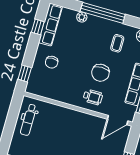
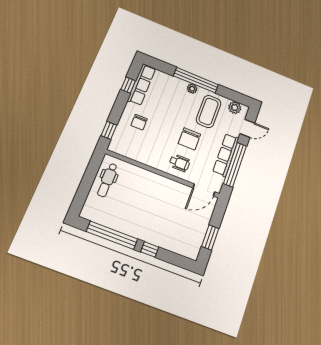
plant: (82, 17) -> (192, 89), moved
coffee table: (117, 43) -> (209, 111), width x1.86, depth x1.72

